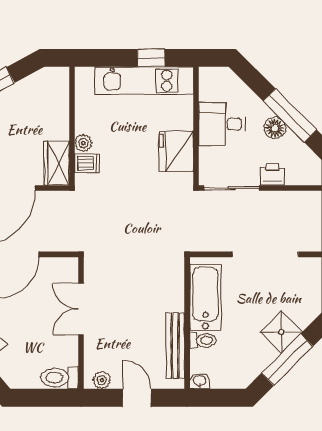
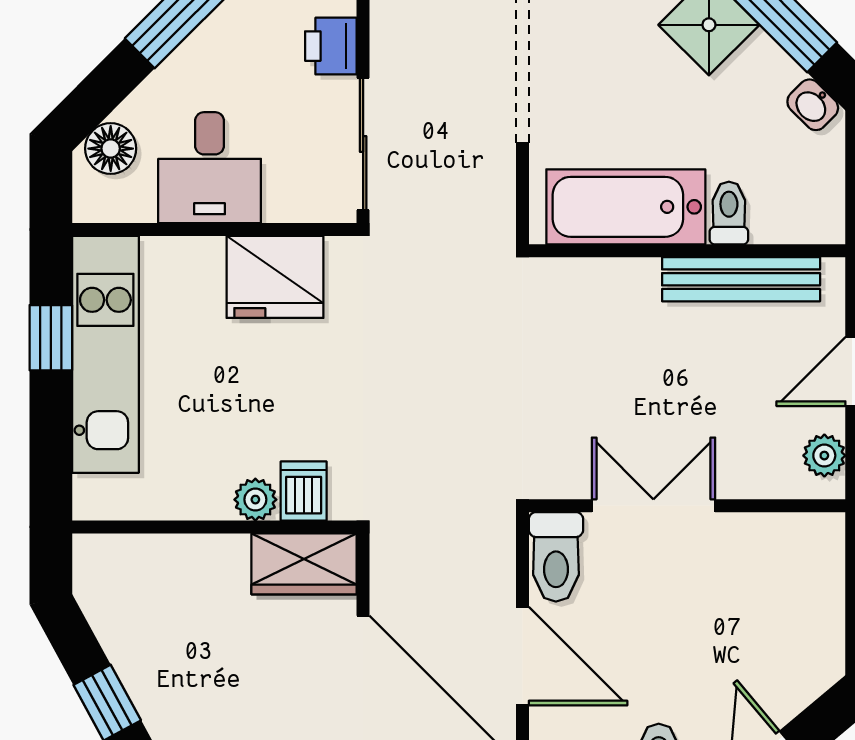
floor lamp: (275, 128) -> (111, 149), moved
double door: (81, 309) -> (653, 506), swing flipped
toilet: (60, 378) -> (556, 557), moved
washbasin: (200, 381) -> (813, 105), moved, turned -45

